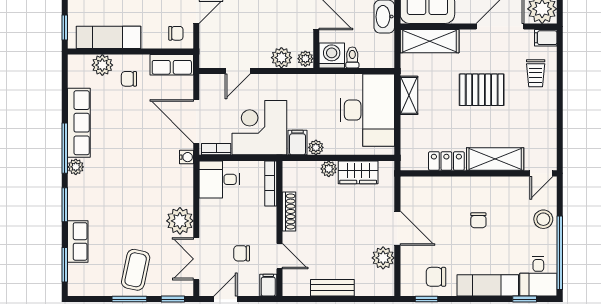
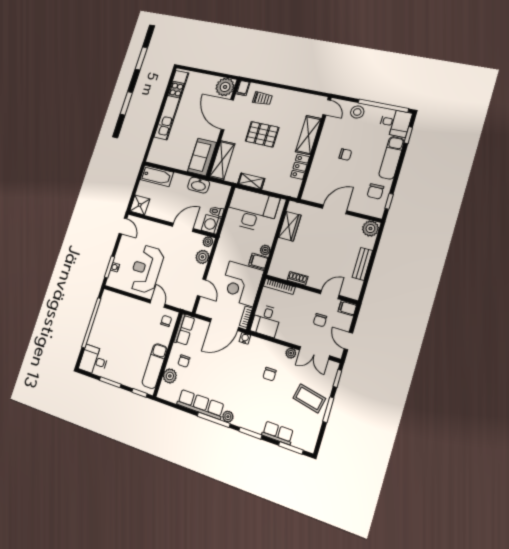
pallet: (482, 90) -> (262, 134), turned 90
plant: (329, 169) -> (282, 245), removed
chair: (150, 207) -> (270, 374), added
shoe rack: (289, 211) -> (298, 278), width x0.70
plant: (180, 221) -> (291, 353), width x0.53, depth x0.53
plant: (383, 258) -> (370, 229), moved

